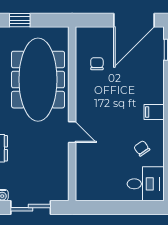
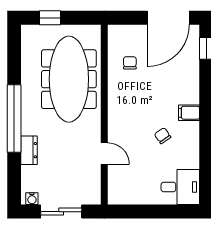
door: (72, 132) -> (104, 154), moved
chair: (142, 148) -> (163, 136), moved

